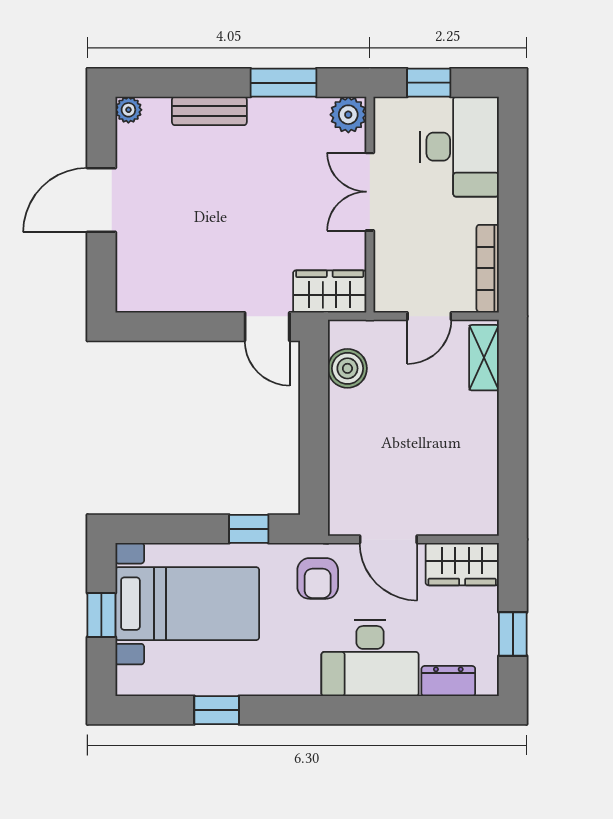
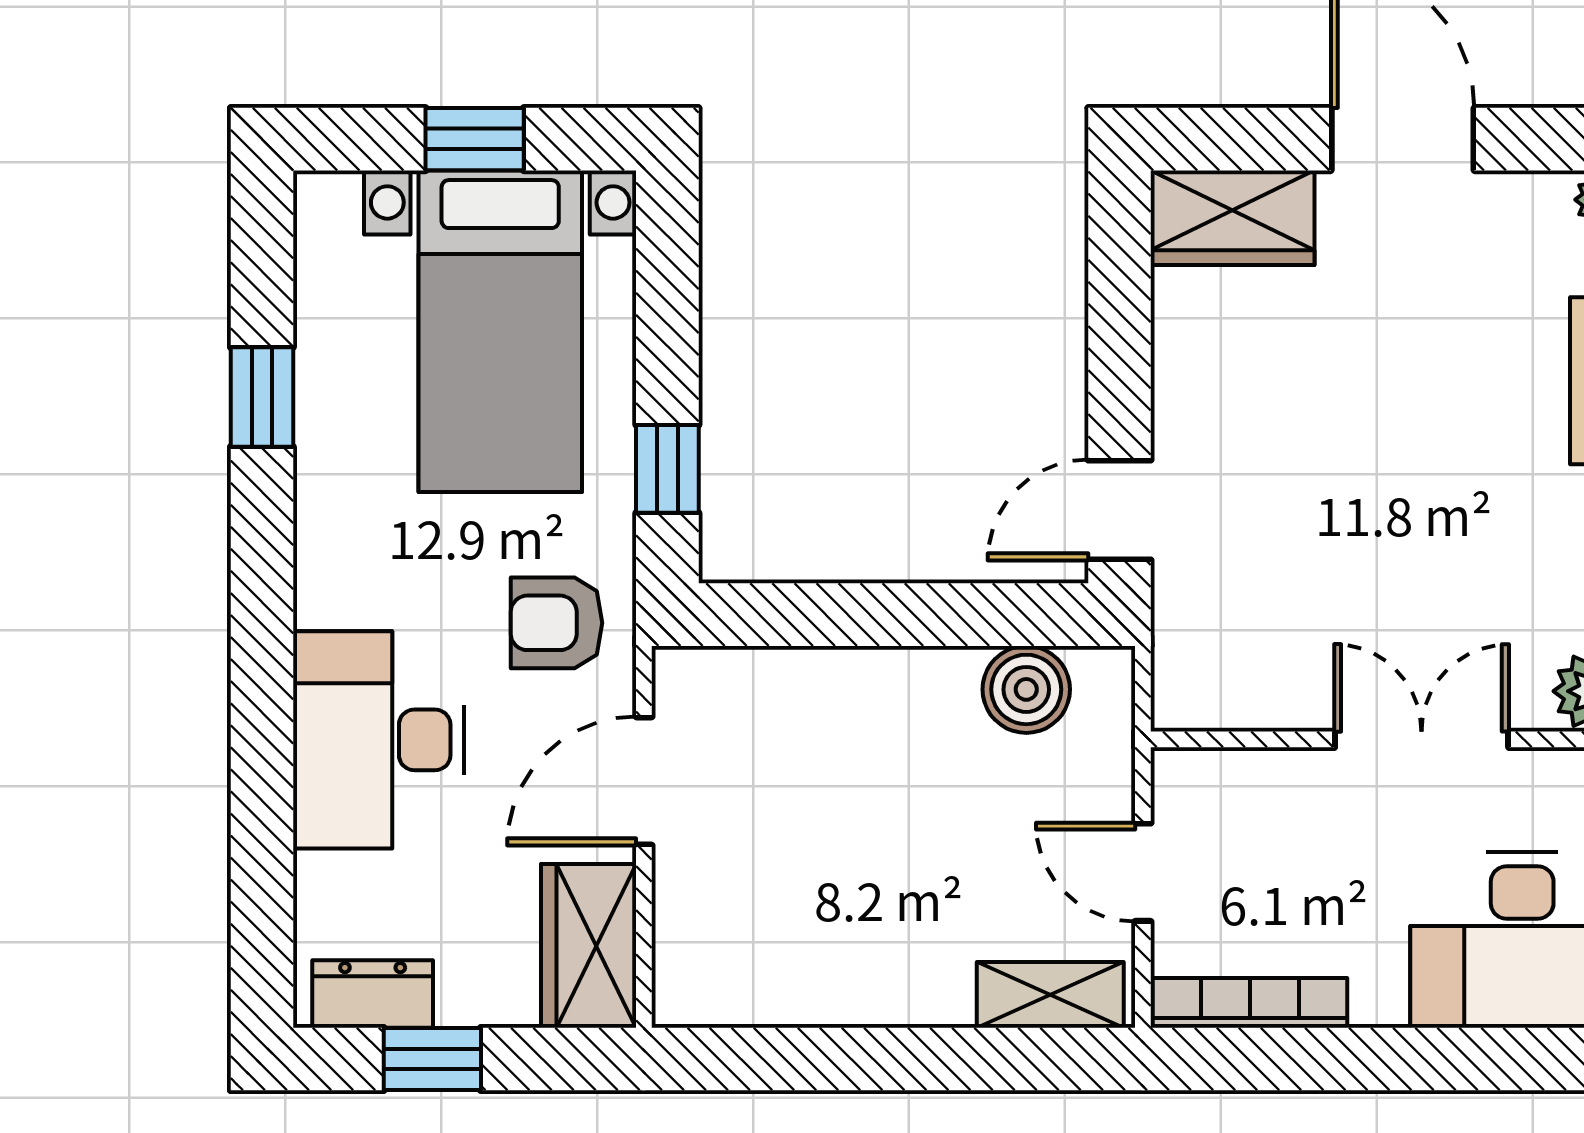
wardrobe: (330, 292) -> (1233, 218), moved, turned 90
dresser: (448, 681) -> (373, 994), moved, turned -90

